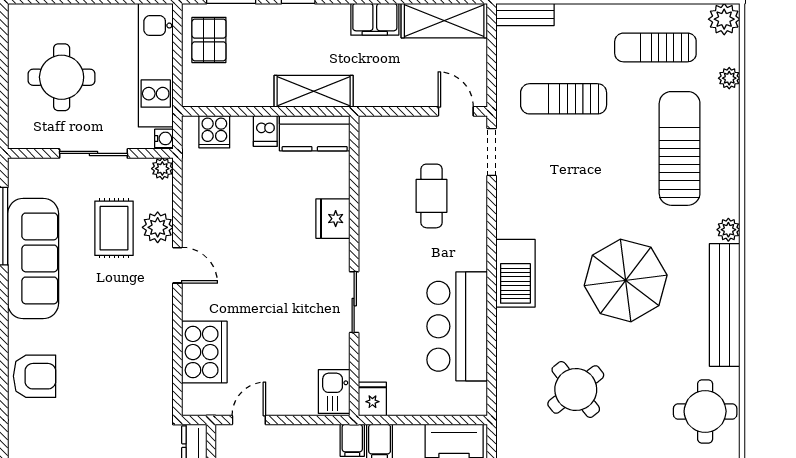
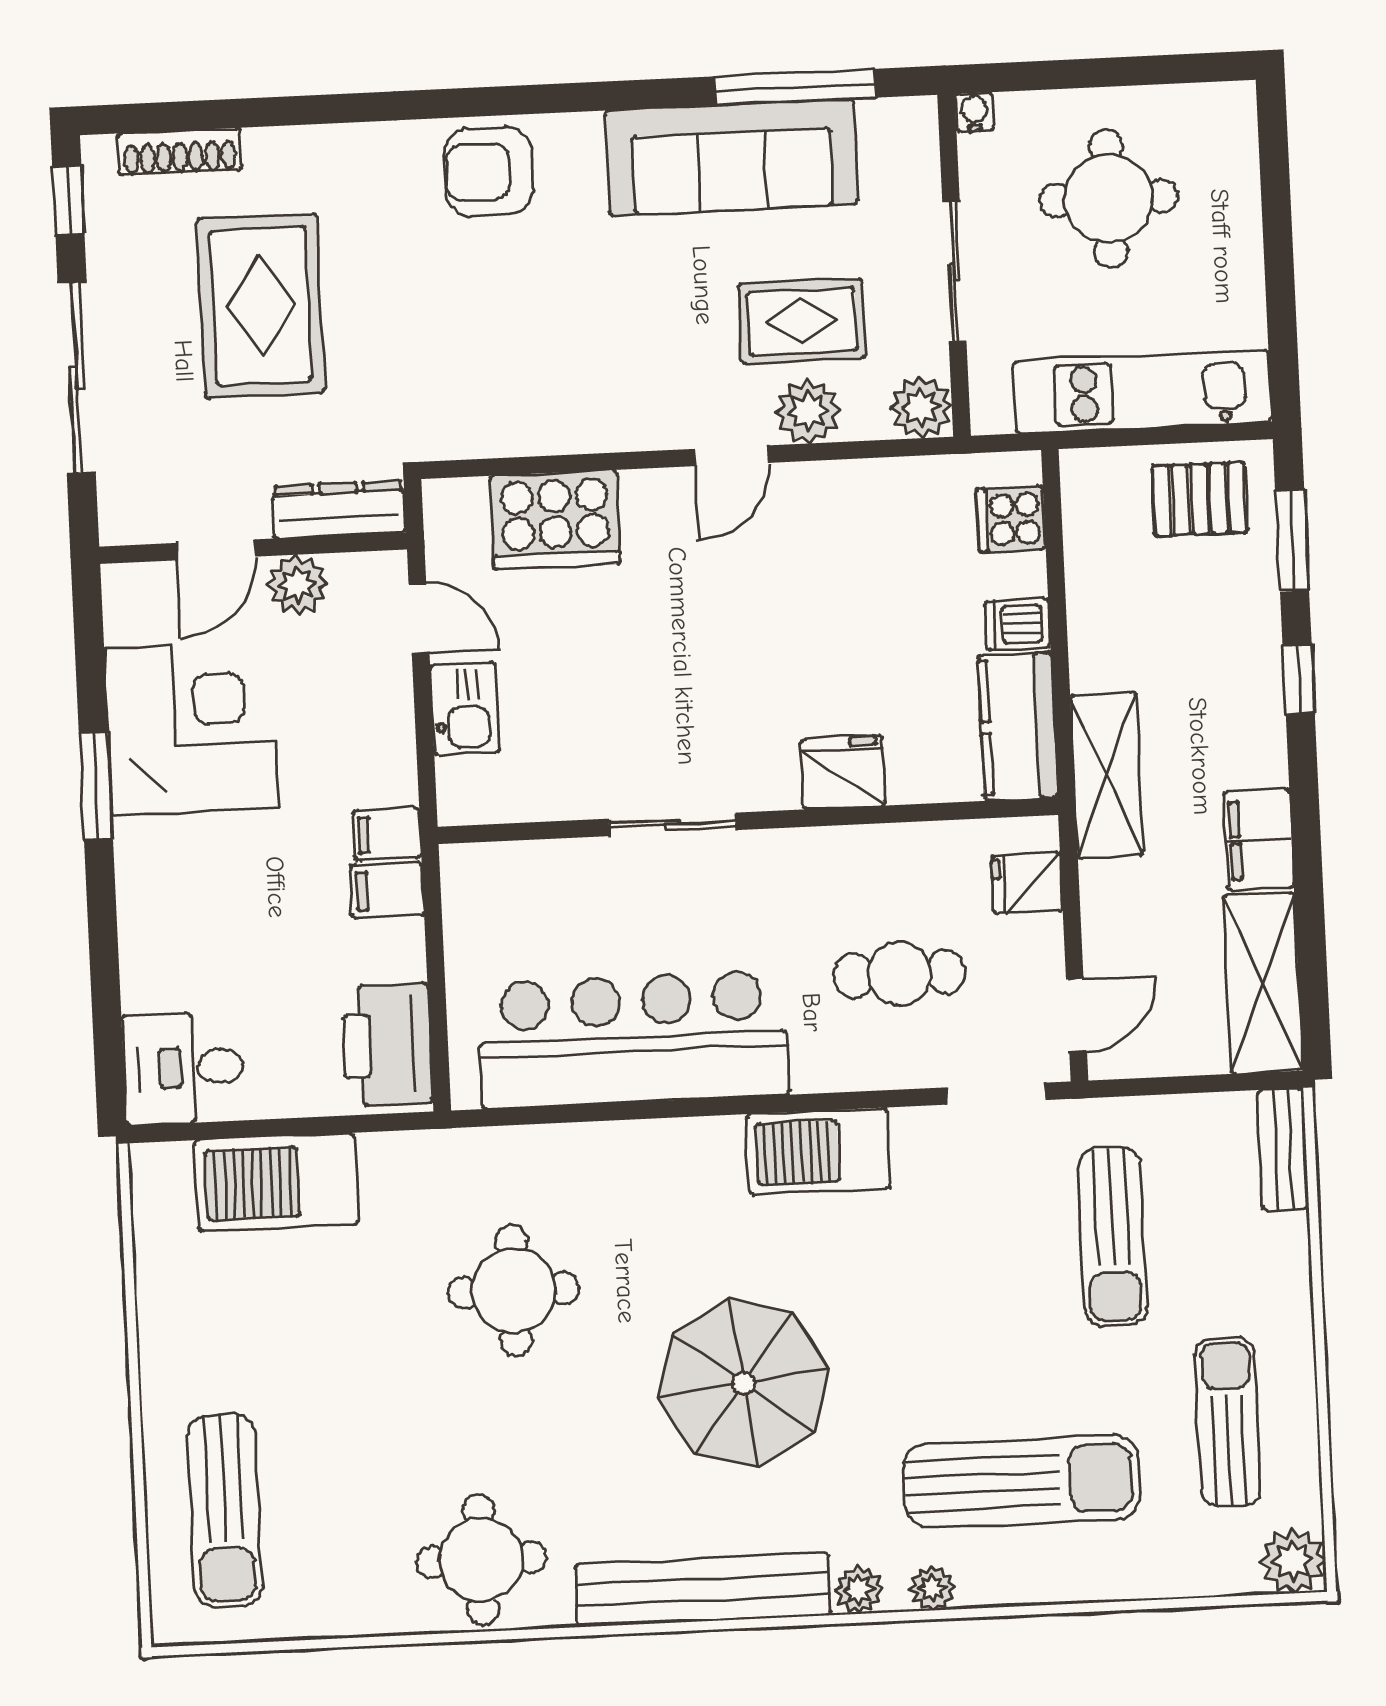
plant: (729, 78) -> (932, 1588), moved
shelving: (314, 91) -> (1107, 775), moved
sun lounger: (564, 99) -> (1113, 1237), turned 180
water cooler: (164, 138) -> (975, 112), moved, turned 180
plant: (162, 169) -> (921, 407), width x1.38, depth x1.38
barbecue: (515, 273) -> (818, 1151), moved
bar counter: (457, 326) -> (633, 1039), width x1.36
armchair: (34, 376) -> (489, 172), turned 90
round table: (576, 389) -> (514, 1290), turned 38
kitchen sink: (334, 392) -> (465, 709), moved, turned 90
fridge: (372, 399) -> (1027, 883), moved, turned 180

